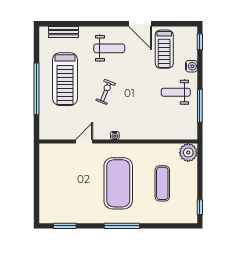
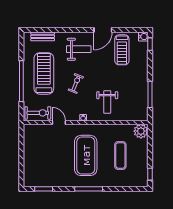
door: (140, 24) -> (103, 30), hinge flipped
water cooler: (191, 66) -> (143, 37), moved
treadmill: (65, 79) -> (44, 73), turned 180
weight bench: (176, 92) -> (107, 102), moved, turned -90
exercise bike: (57, 129) -> (38, 113), added
door: (84, 142) -> (59, 123), hinge flipped

